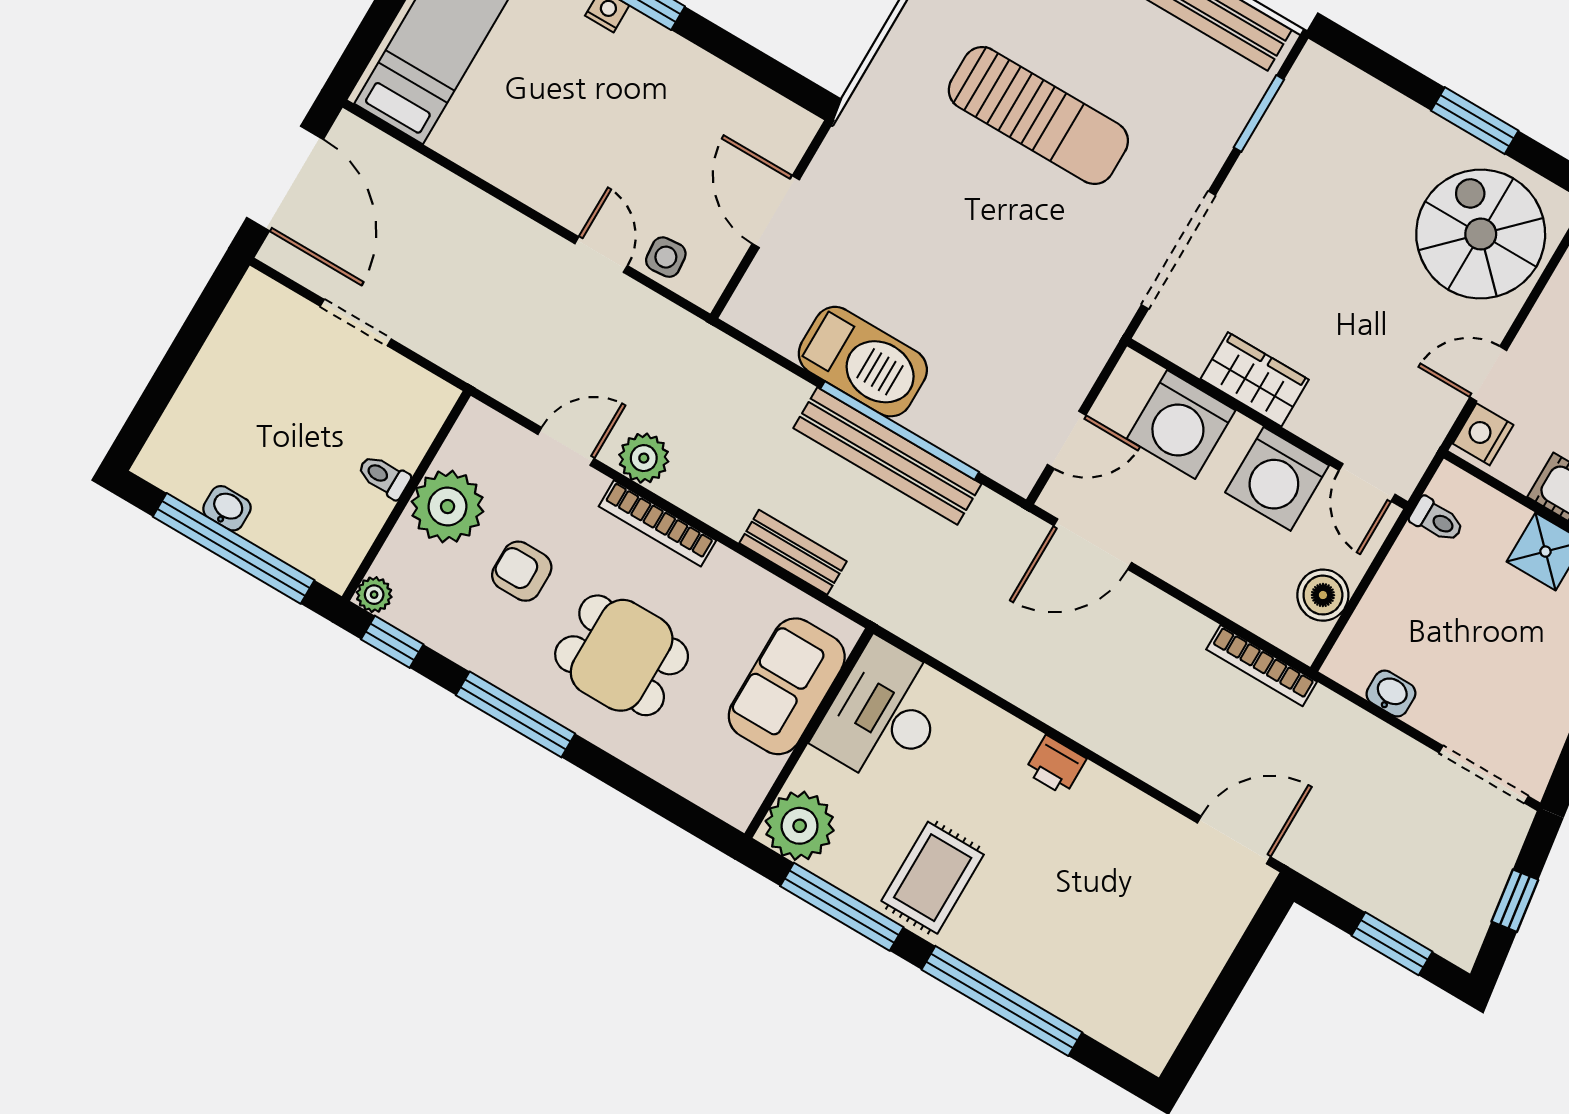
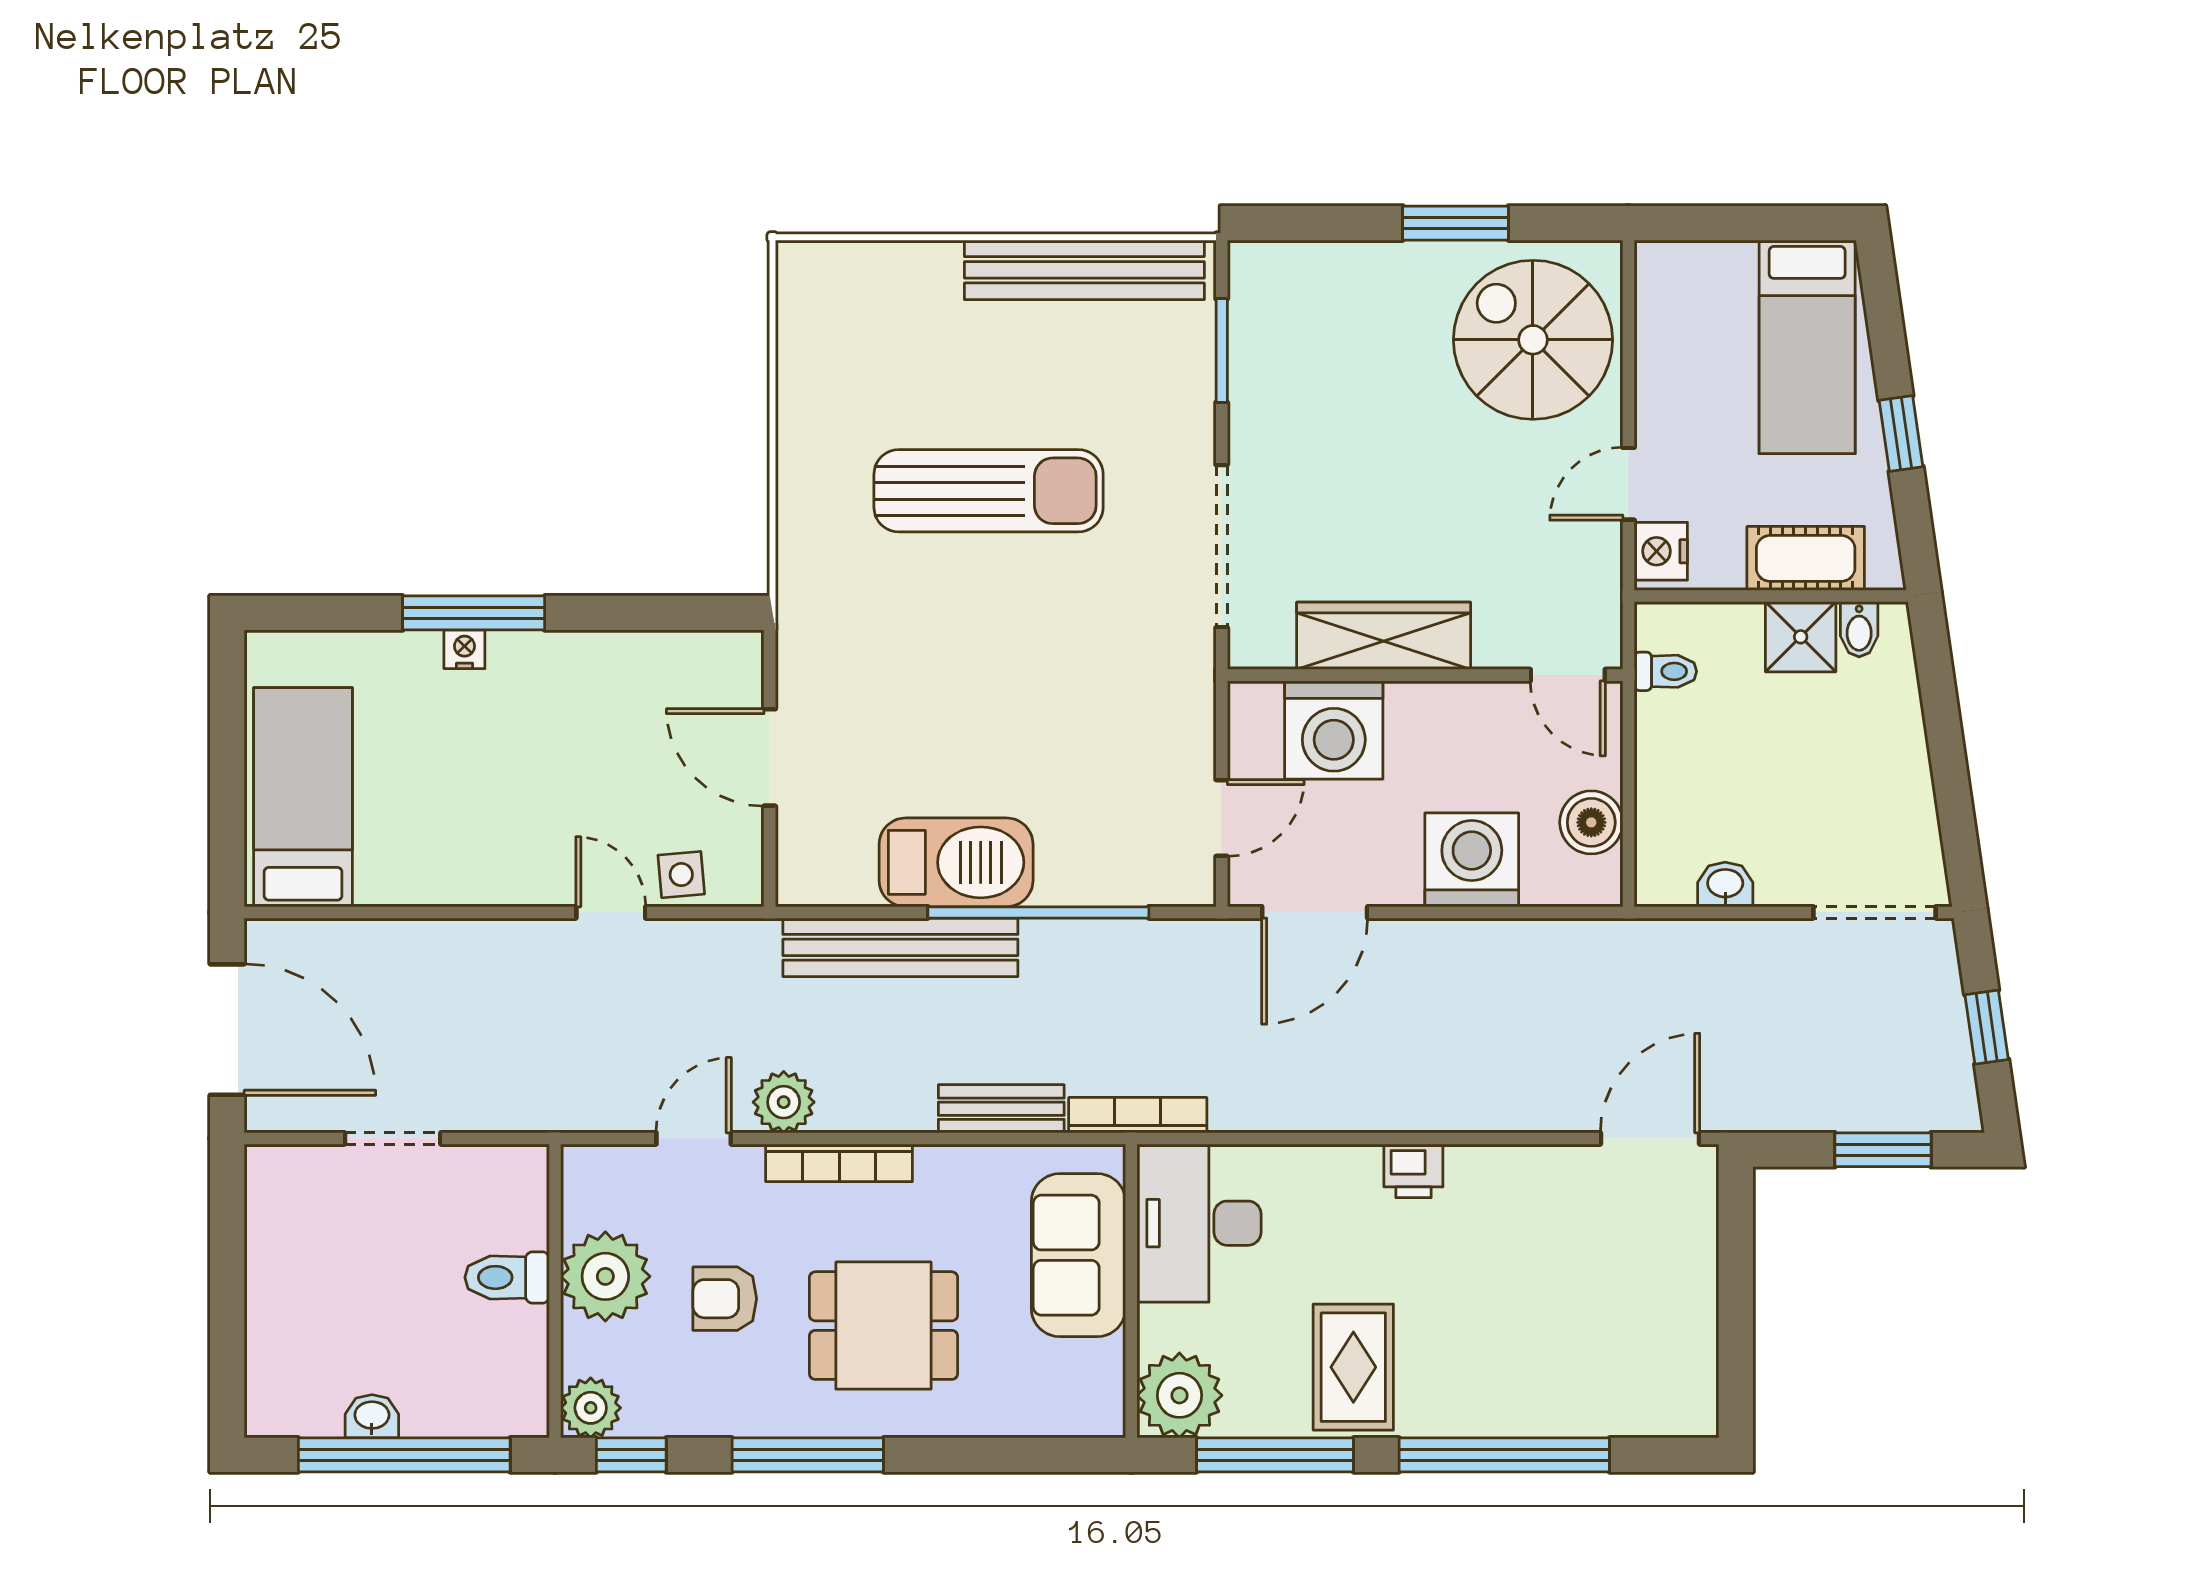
wardrobe: (1255, 379) -> (1384, 636), width x1.50
bench: (887, 456) -> (900, 947), moved
toilet: (384, 477) -> (507, 1277), width x1.37, depth x1.39
washing machine: (1277, 479) -> (1472, 860), moved, turned 180
plant: (374, 595) -> (591, 1408), width x1.38, depth x1.38
bookcase: (1262, 666) -> (1138, 1115), moved, turned 180

